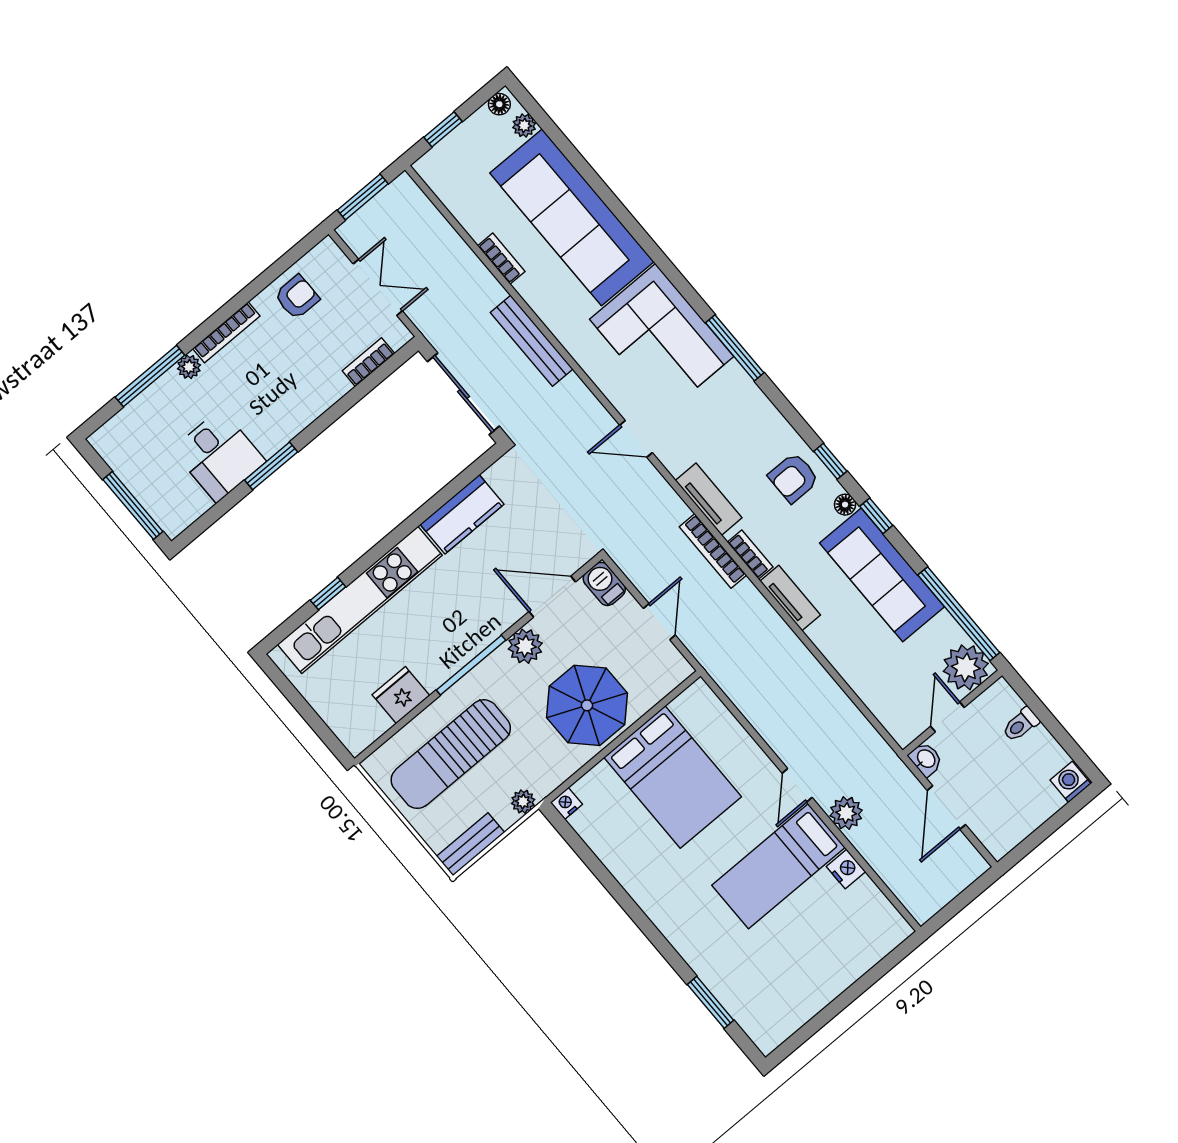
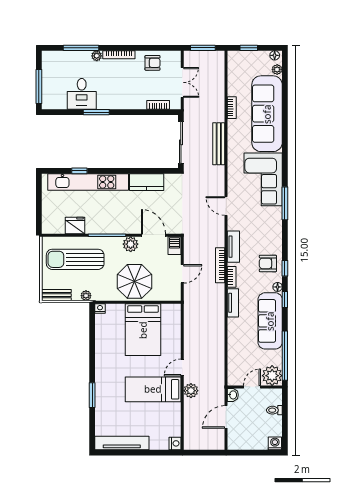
nightstand: (846, 869) -> (175, 443), moved
window: (710, 1002) -> (92, 395), moved
tv unit: (802, 1006) -> (122, 443), added

